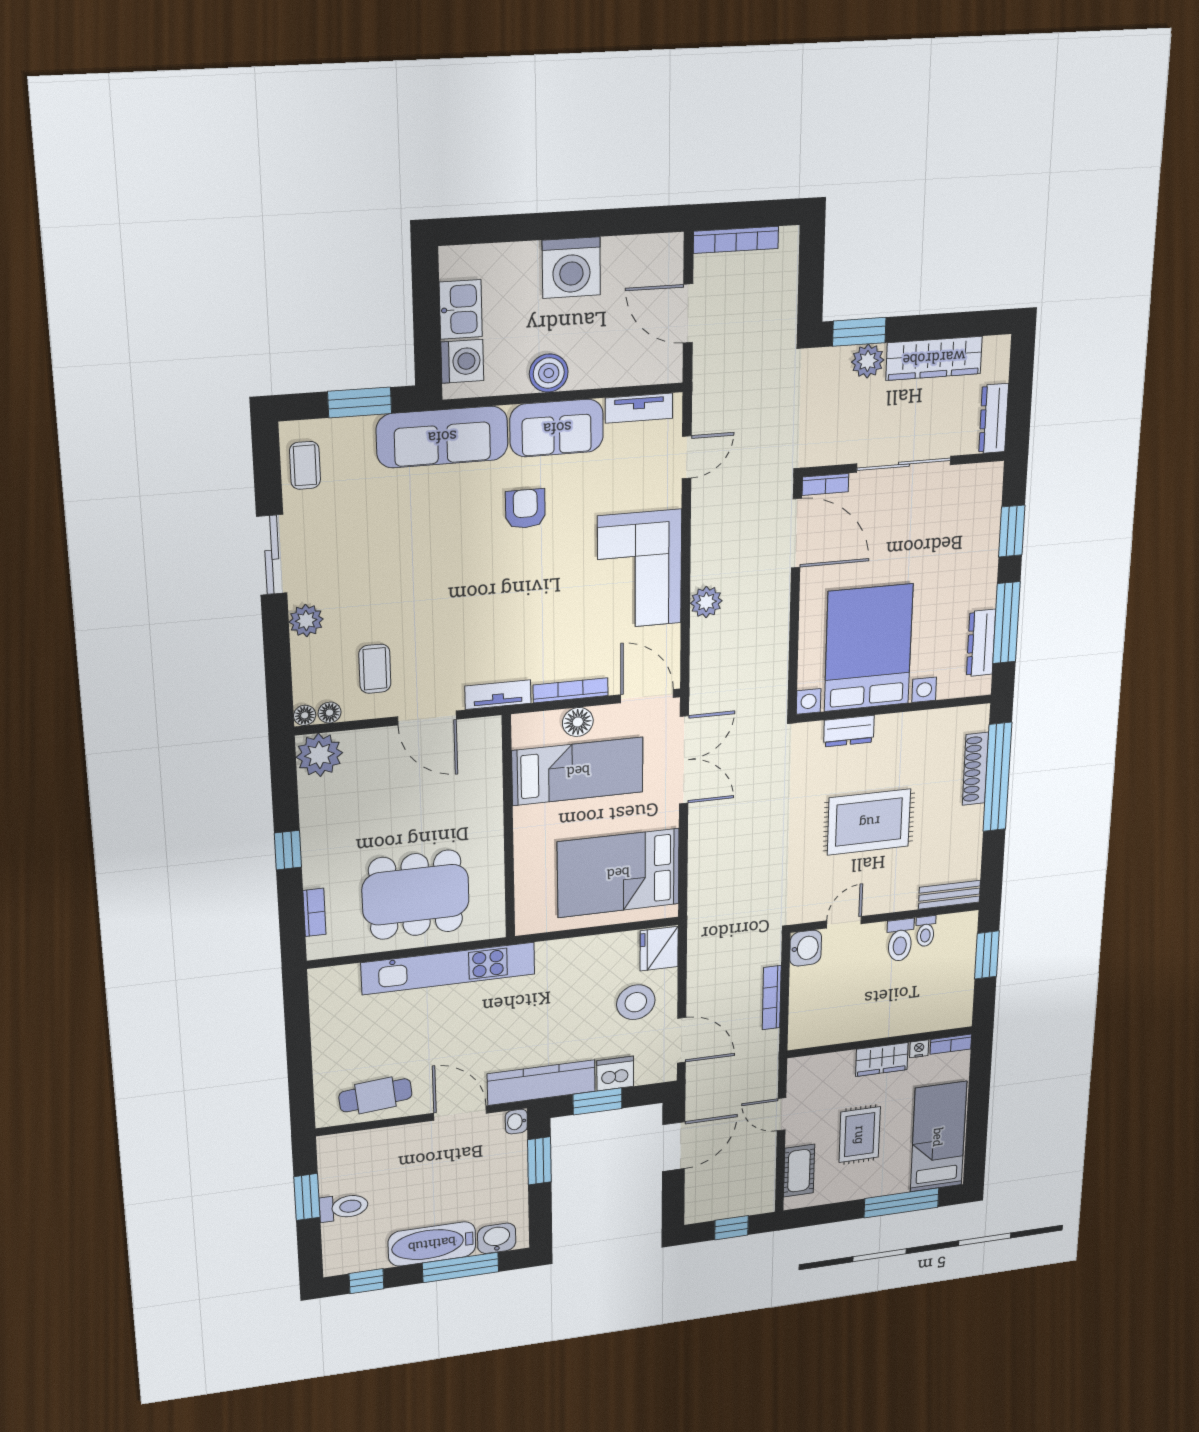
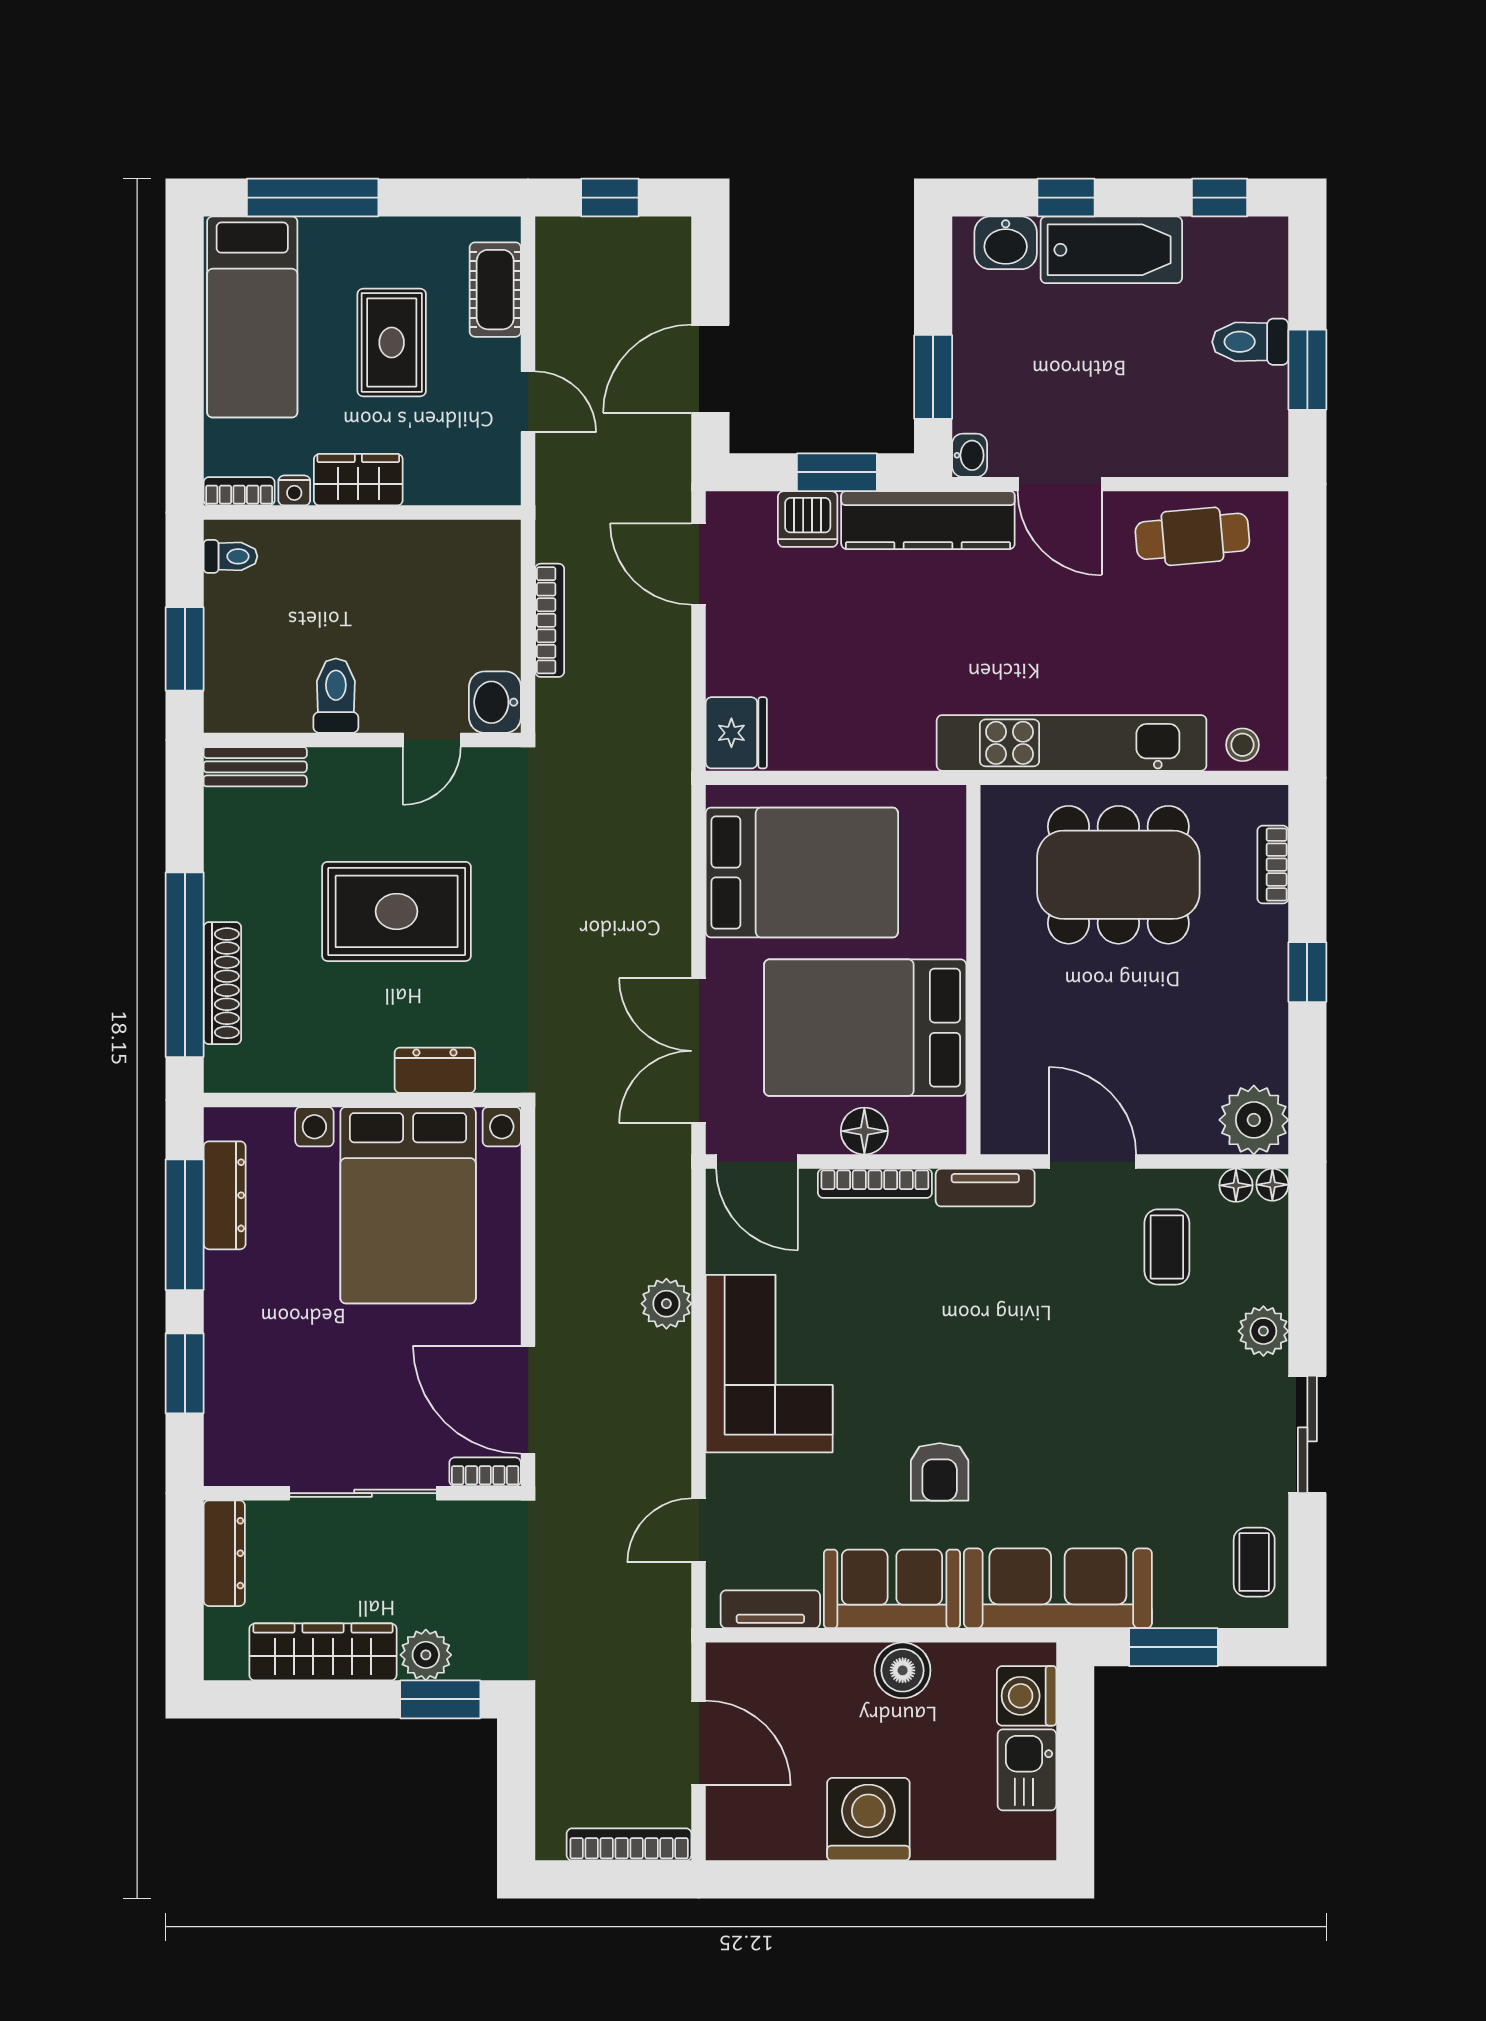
bed: (578, 771) -> (865, 1028), width x1.50
toilet: (925, 931) -> (230, 556), moved, turned 90
stool: (636, 1002) -> (1242, 745), moved, width x0.53, depth x0.53
window: (461, 1267) -> (1066, 198), width x0.46

